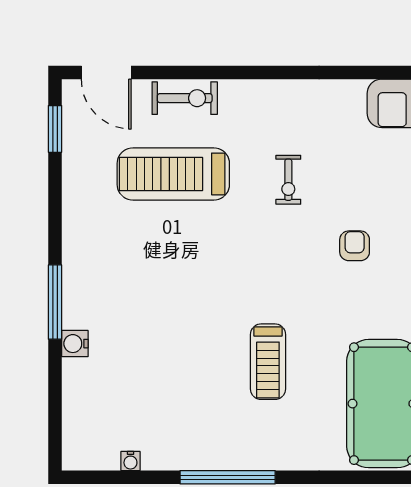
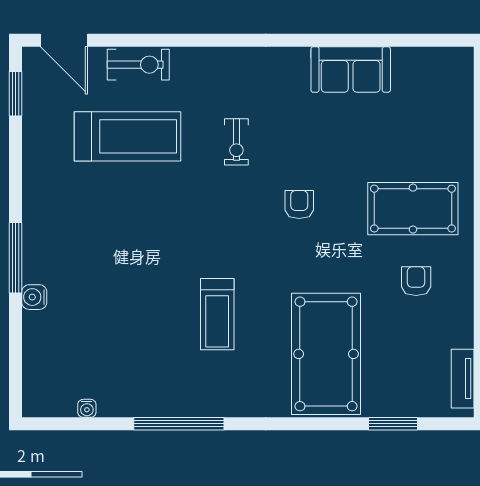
treadmill: (173, 174) -> (128, 136), turned 180

